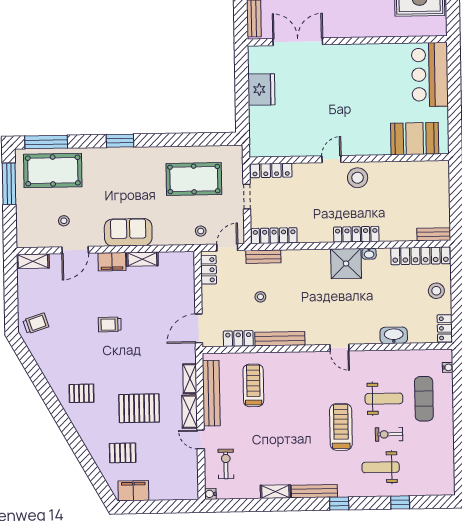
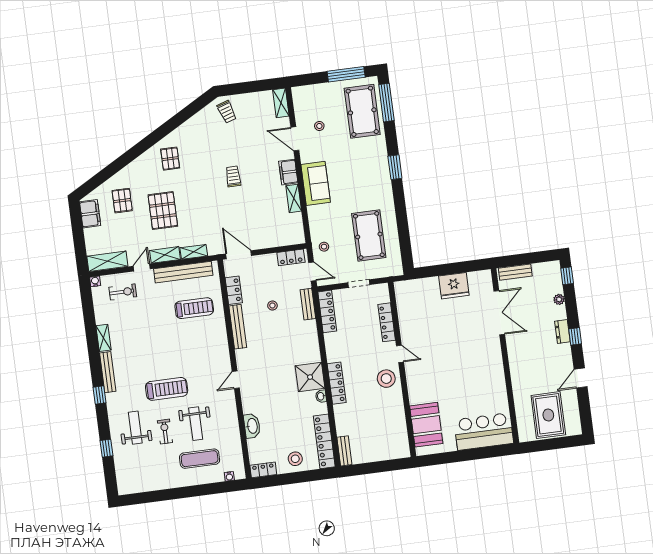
locker: (271, 170) -> (387, 322), moved
shelving: (189, 477) -> (107, 261), added

